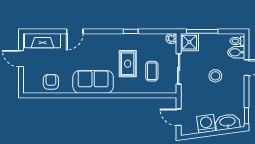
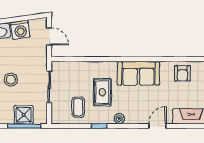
plant: (171, 39) -> (119, 119), moved
shower: (189, 42) -> (24, 115), moved
coffee table: (152, 71) -> (78, 107), moved

